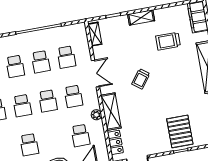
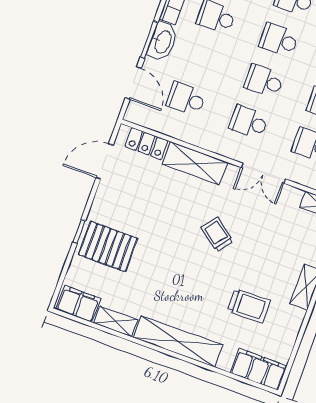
trolley: (168, 41) -> (249, 306), turned 89
plant: (96, 115) -> (203, 140), removed

